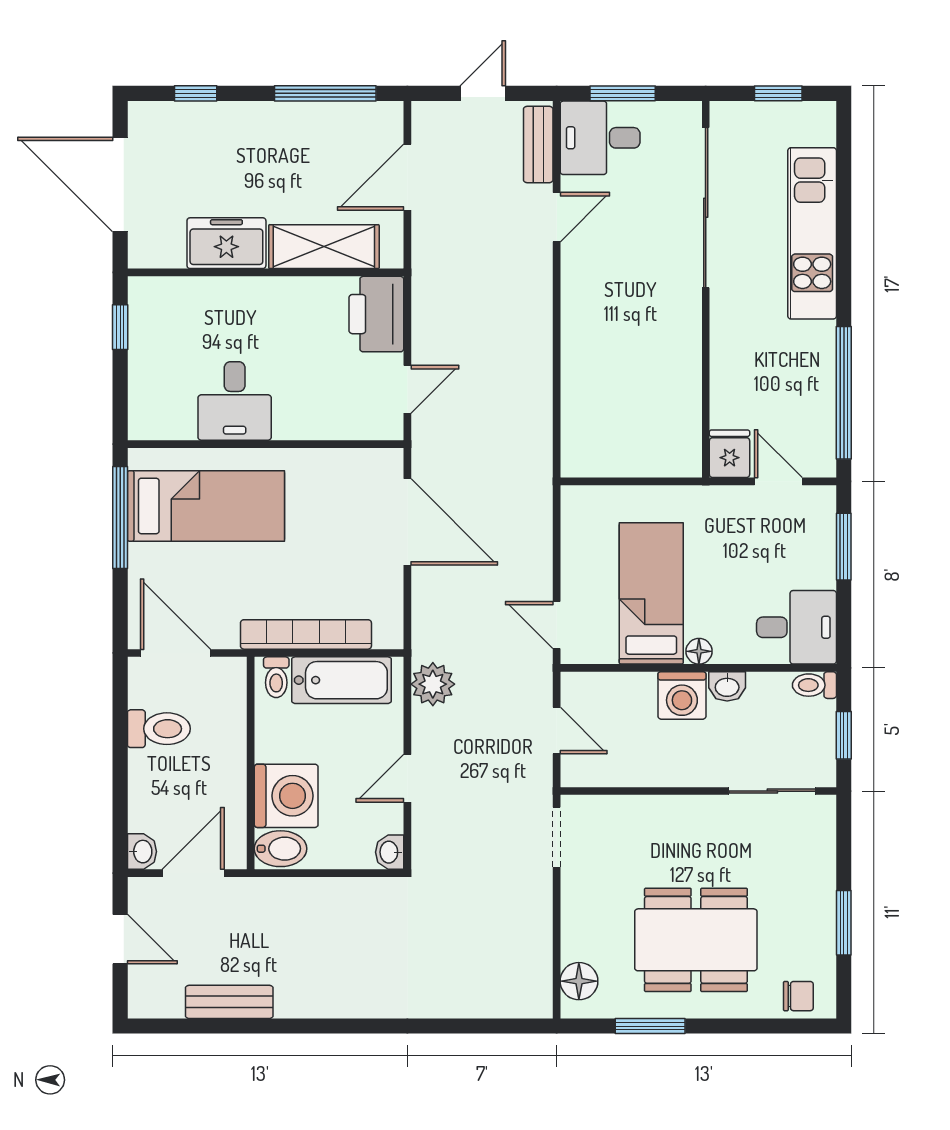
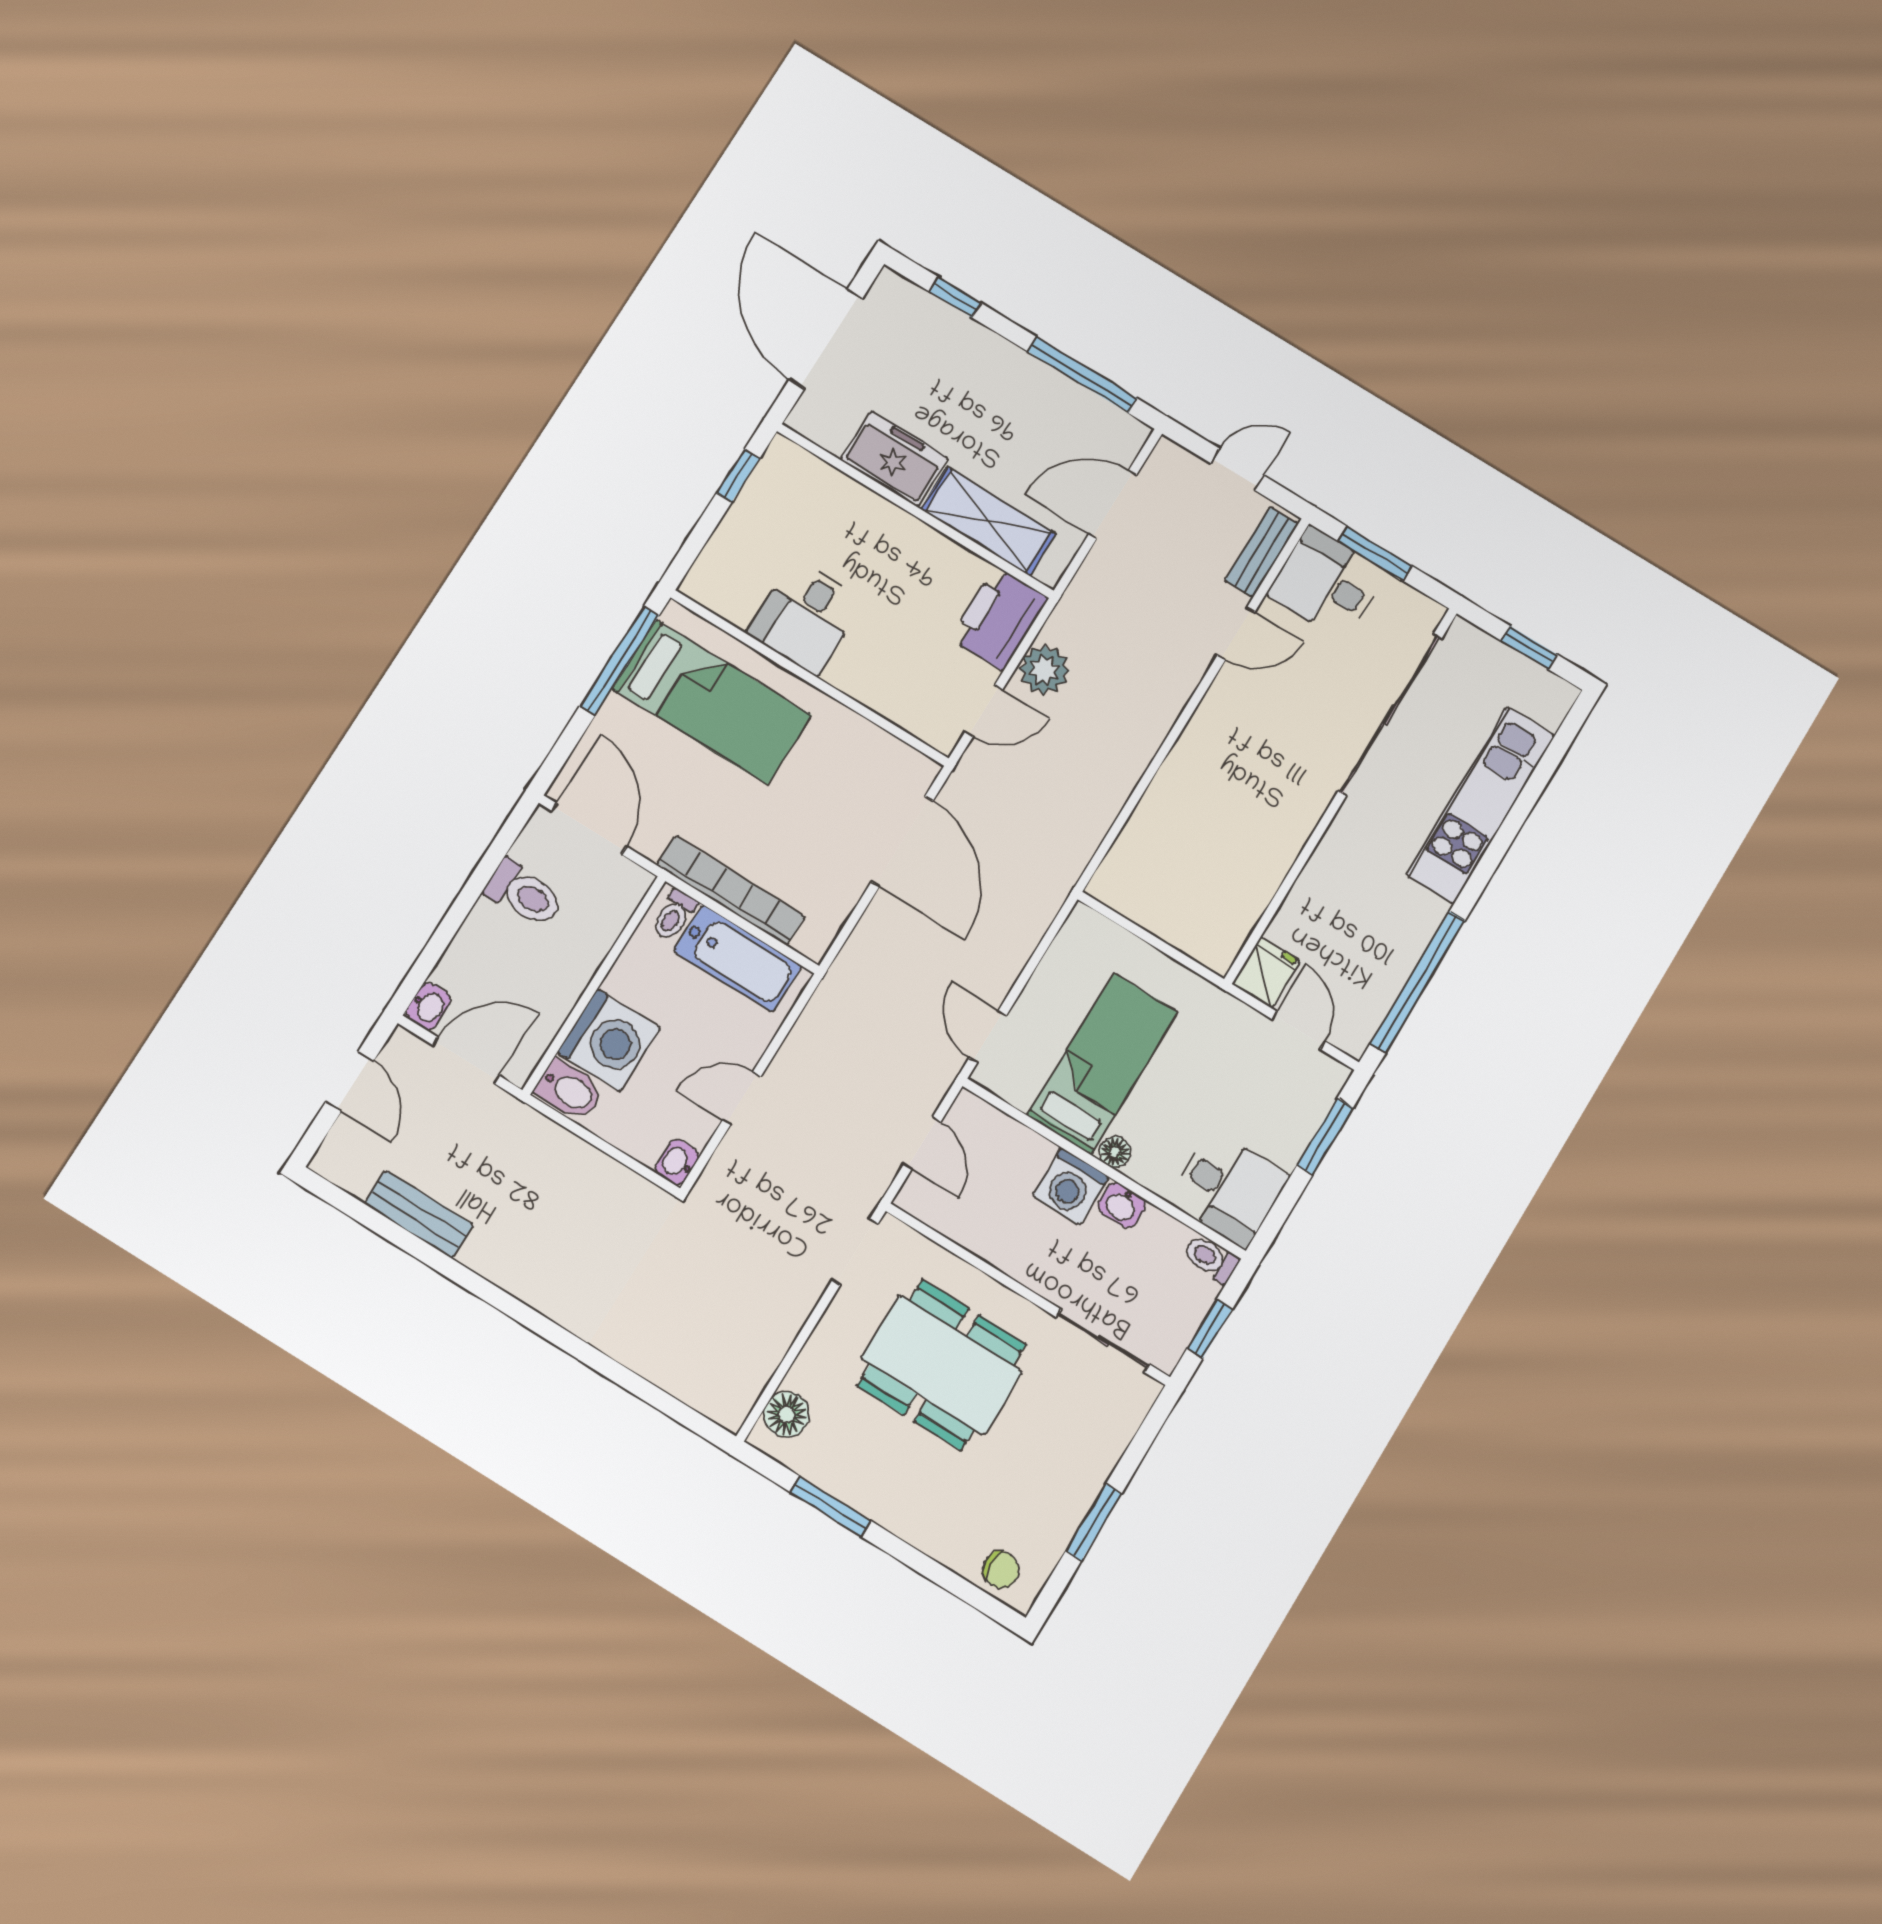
plant: (433, 684) -> (1044, 670), moved
dining table: (696, 940) -> (942, 1365), moved

